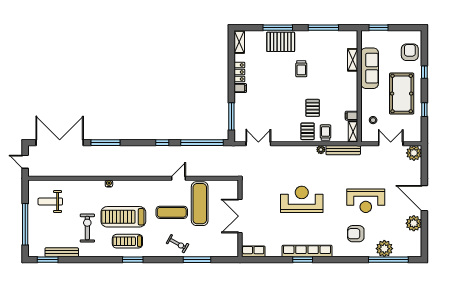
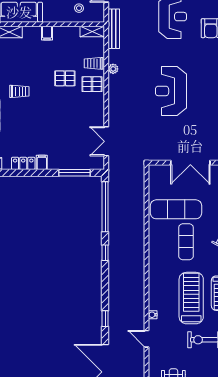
filing cabinet: (352, 116) -> (47, 33), moved
window: (106, 143) -> (105, 319), width x0.46
bench: (343, 150) -> (114, 29), moved
door: (178, 178) -> (147, 339), moved
treadmill: (123, 217) -> (191, 298), turned 180

